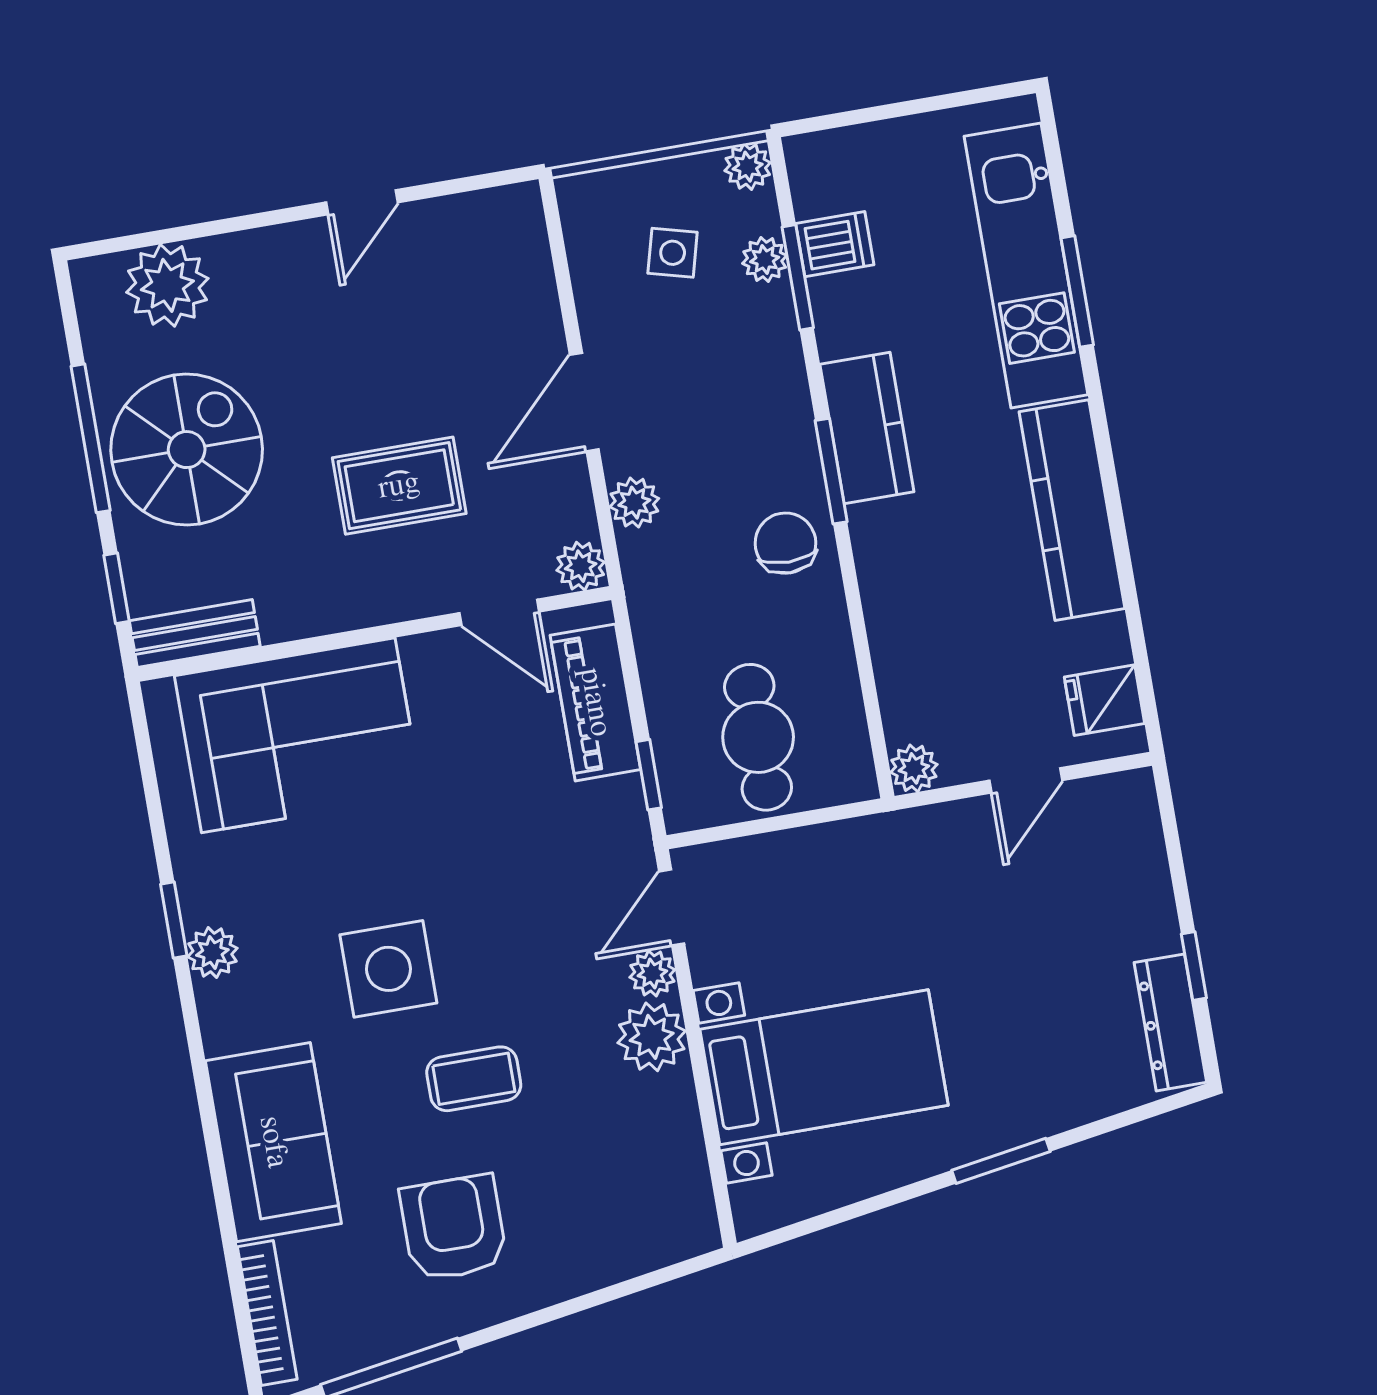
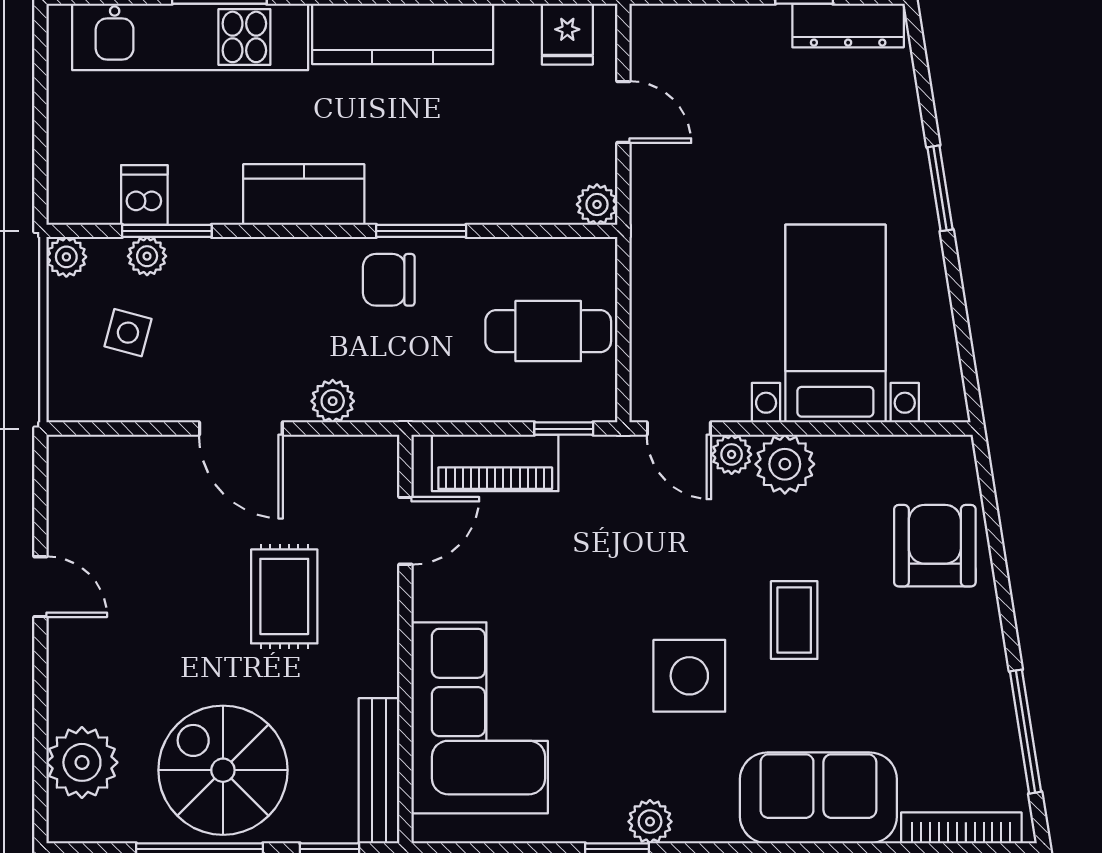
window: (831, 471) -> (421, 231), moved
plant: (581, 566) -> (378, 456), removed
bench: (195, 634) -> (379, 771), width x1.36
armchair: (453, 1228) -> (935, 546), moved, turned 90

